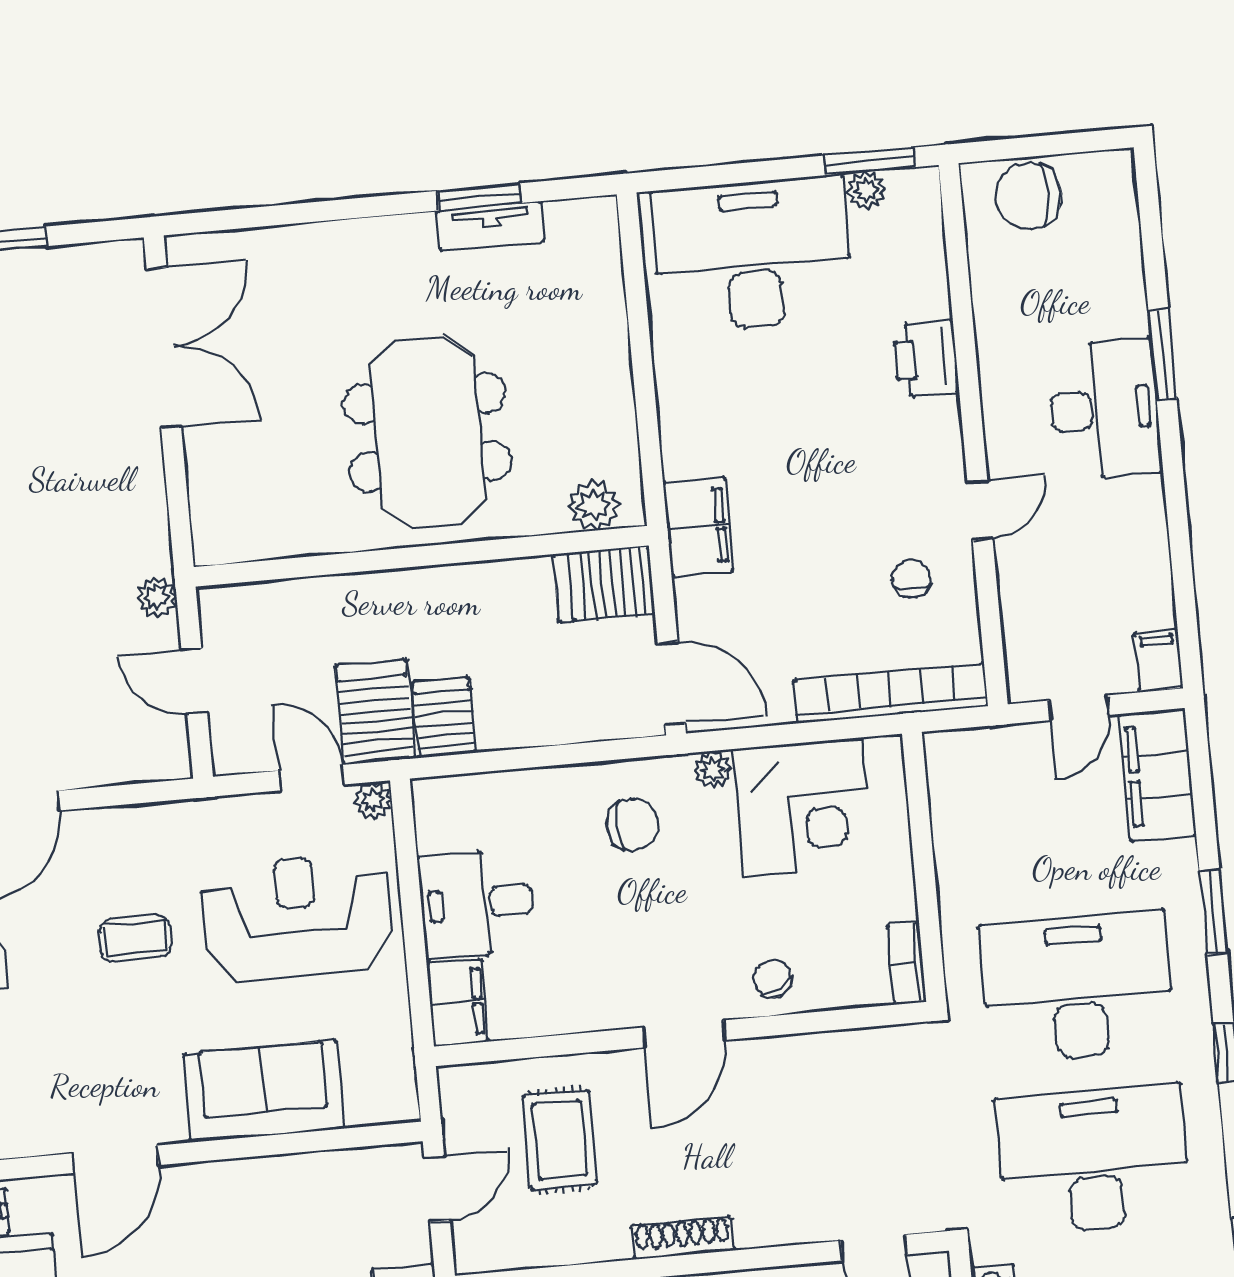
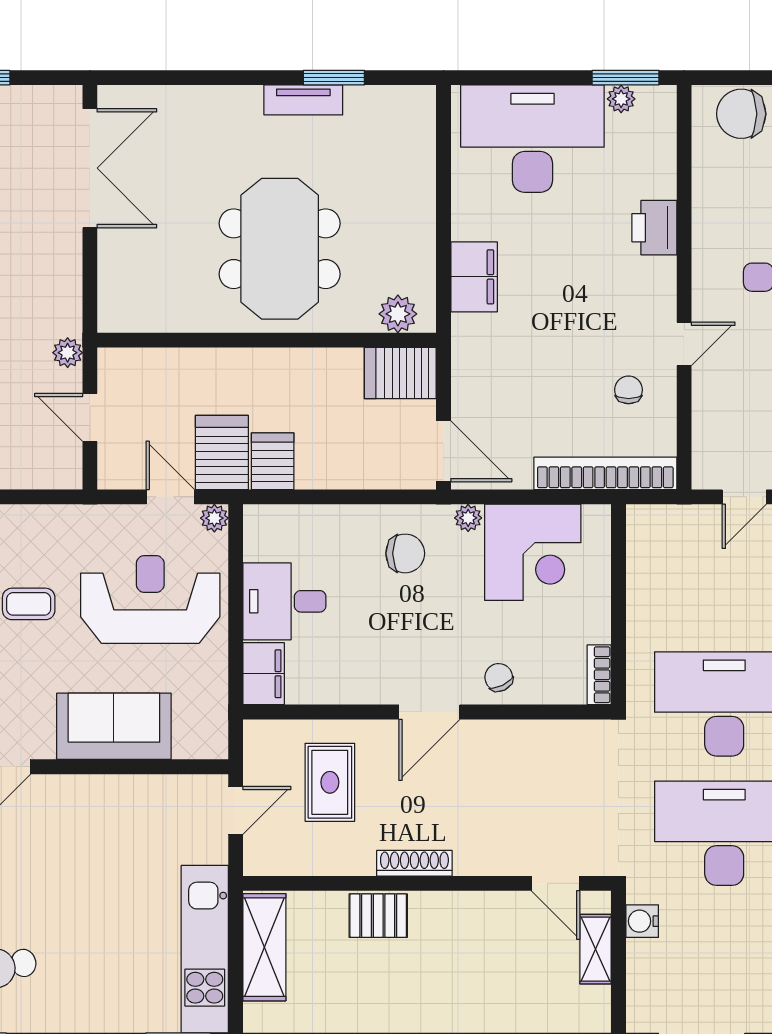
tv unit: (491, 226) -> (303, 100), moved
filing cabinet: (698, 527) -> (474, 277), moved

